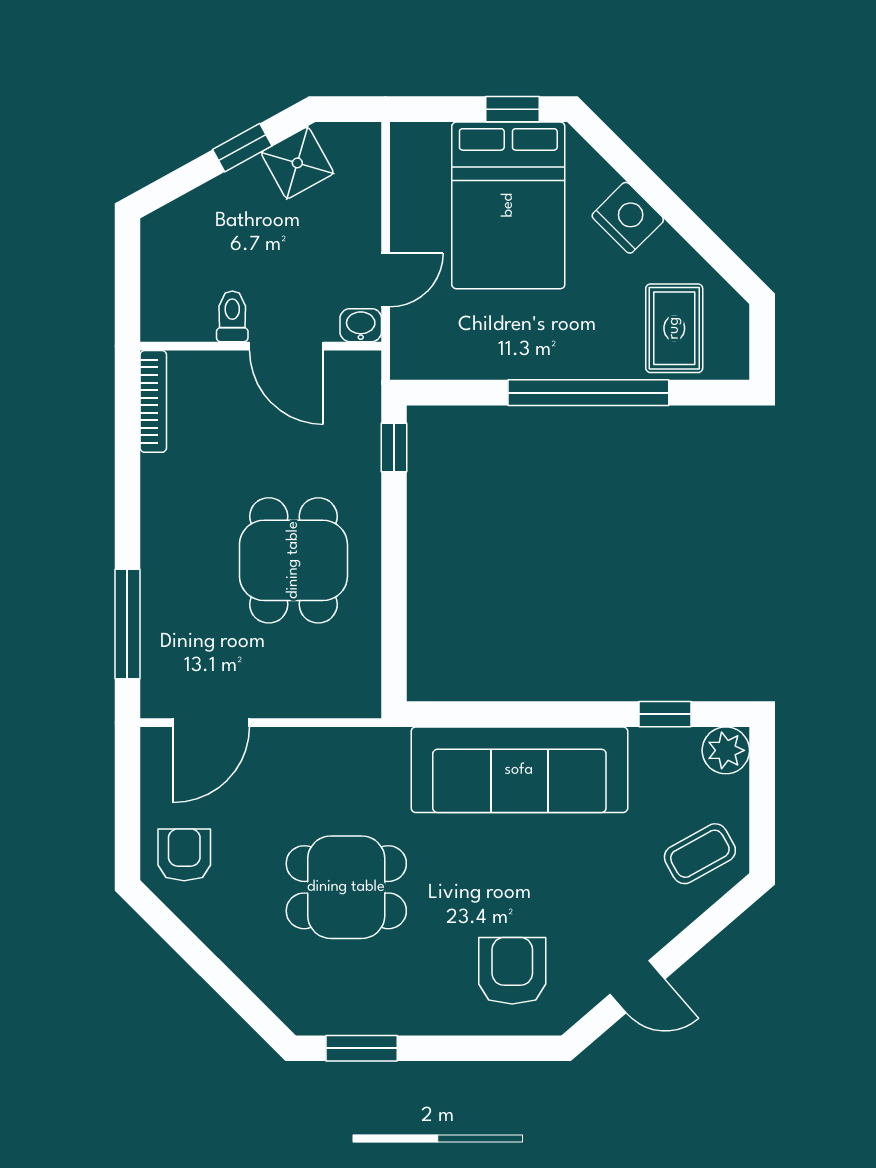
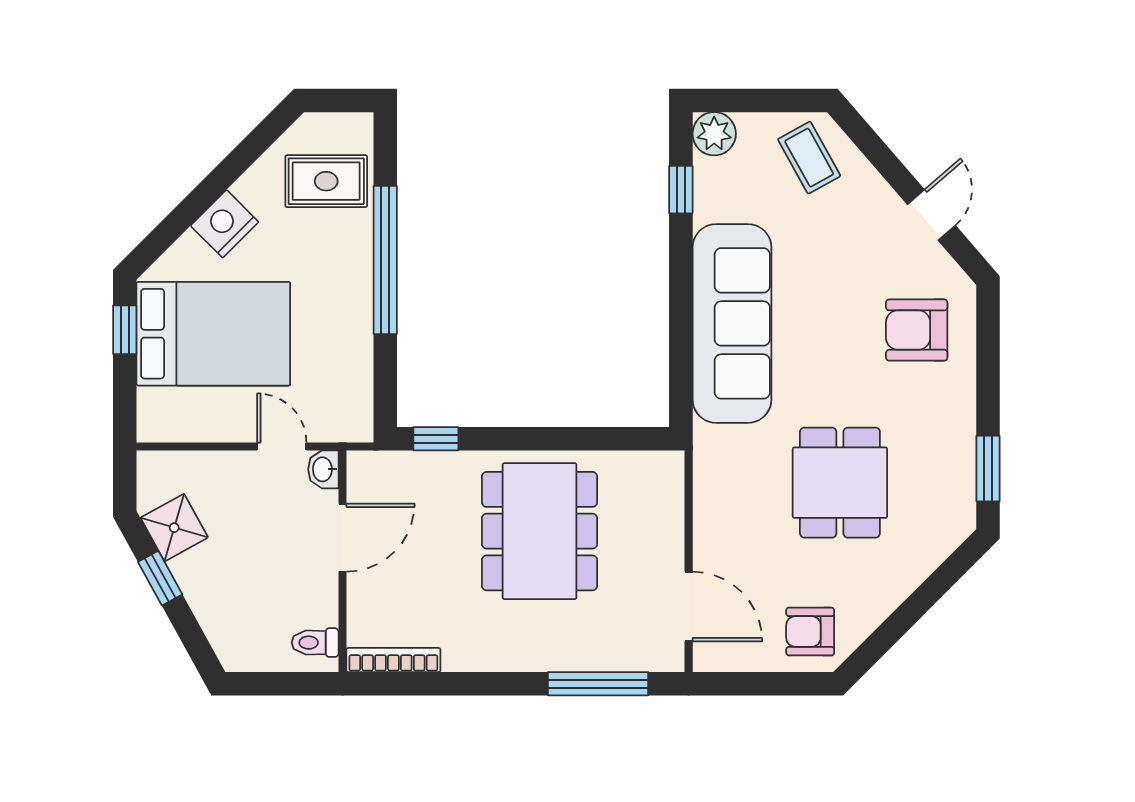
toilet: (232, 316) -> (315, 643), moved
dining table: (293, 560) -> (540, 531), width x1.37

